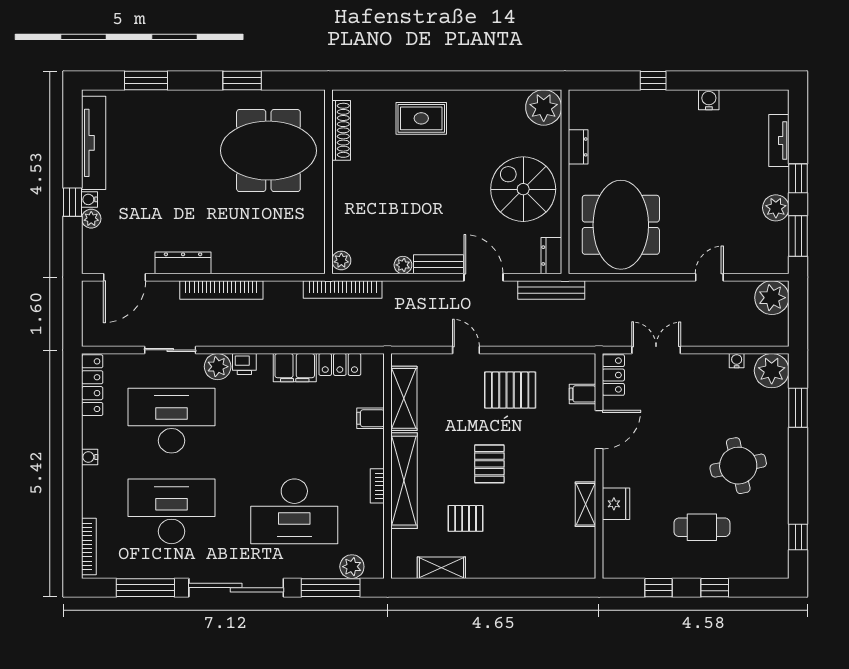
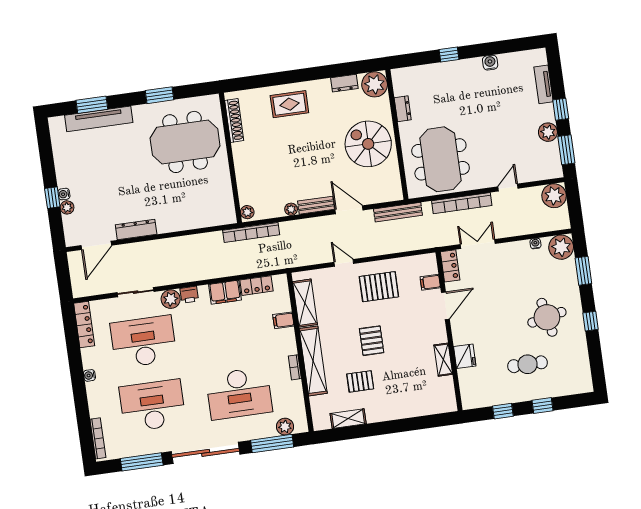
tv unit: (94, 143) -> (99, 119), moved, turned 90
dresser: (551, 256) -> (344, 83), moved, turned -90
bookcase: (221, 290) -> (462, 203), moved
window: (798, 537) -> (590, 321), moved

